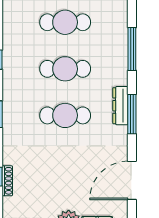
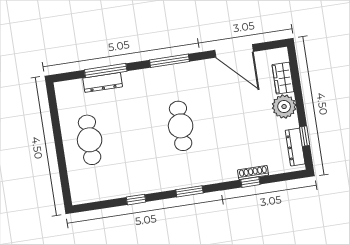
cafe table: (65, 69) -> (135, 133), removed
dresser: (120, 106) -> (103, 82), moved

